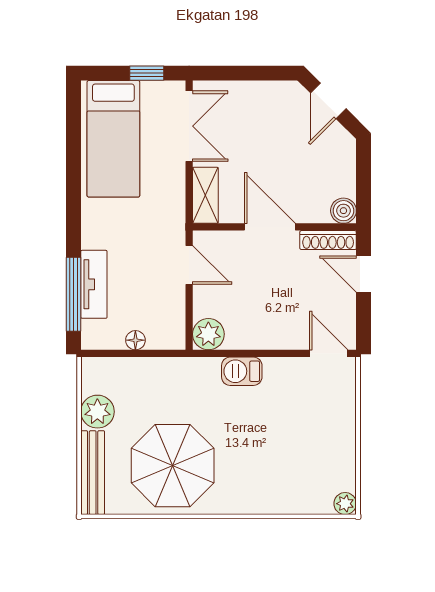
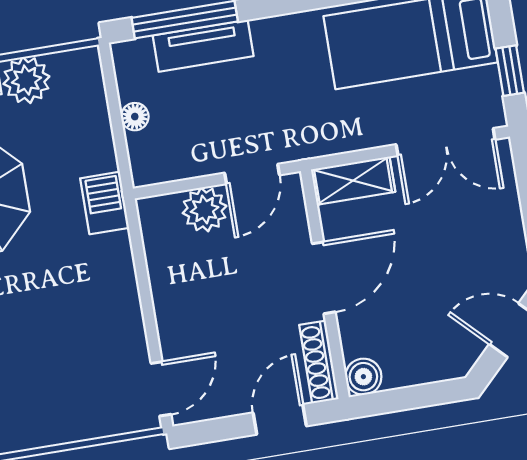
plant: (208, 334) -> (205, 210), moved
barbecue: (242, 371) -> (105, 203), moved

